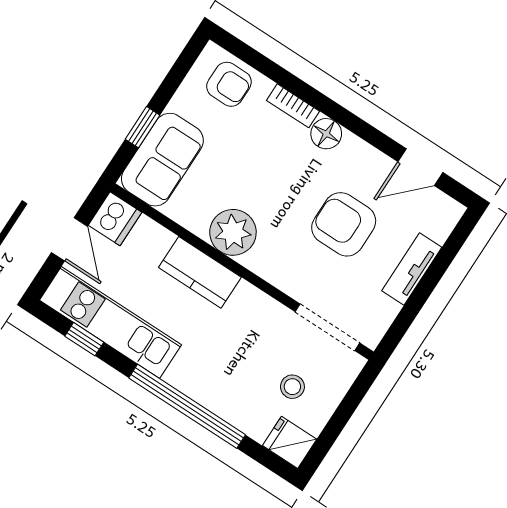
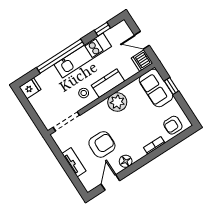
floor lamp: (326, 134) -> (126, 161), moved
kitchen unit: (110, 322) -> (83, 56), moved
stool: (292, 387) -> (84, 93), moved

